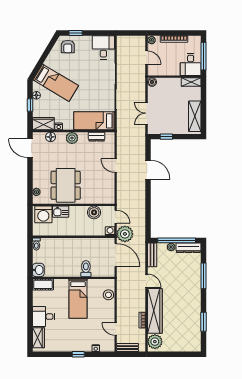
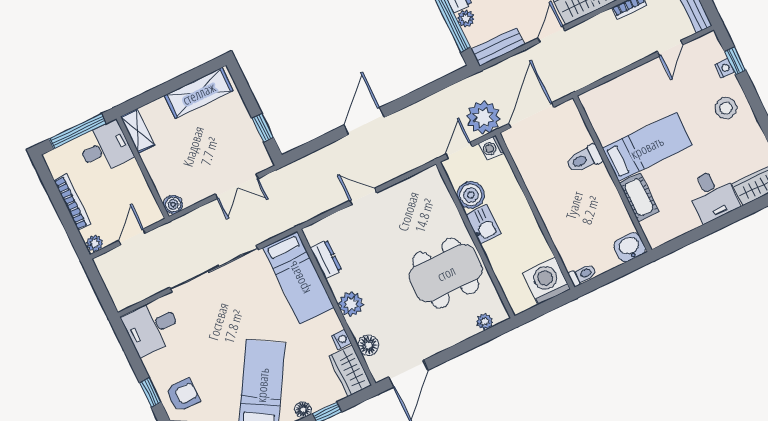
door: (116, 166) -> (363, 197), swing flipped
door: (148, 170) -> (364, 121), moved
kitchen sink: (61, 212) -> (483, 224), moved
washing machine: (43, 214) -> (547, 281), moved, turned -90
cot: (43, 284) -> (639, 197), moved
stool: (108, 295) -> (726, 108), moved
window: (78, 354) -> (735, 61), moved

